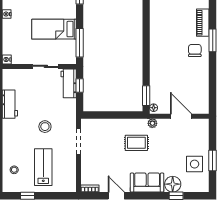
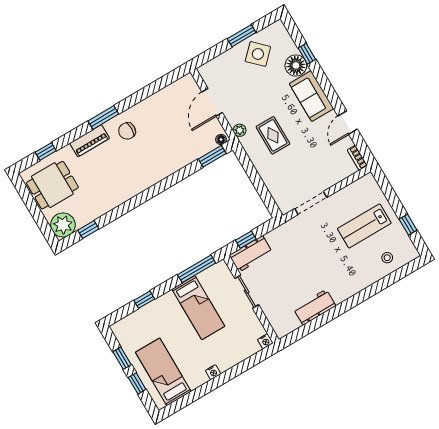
stool: (45, 127) -> (317, 252), removed
side table: (195, 164) -> (258, 54), turned 45

